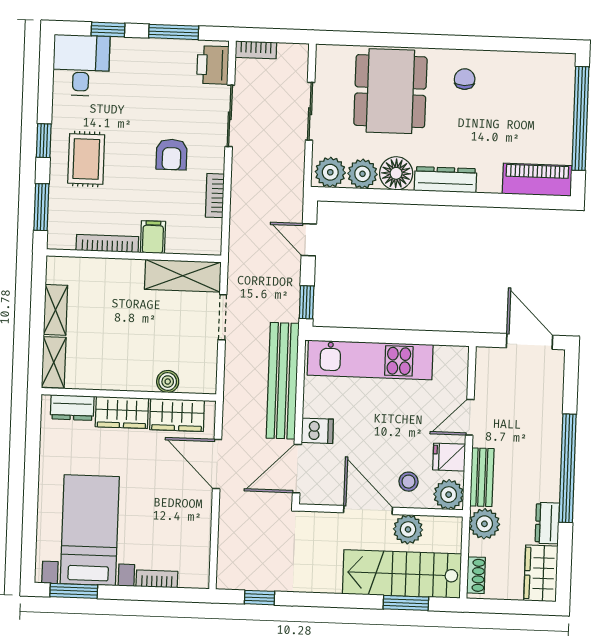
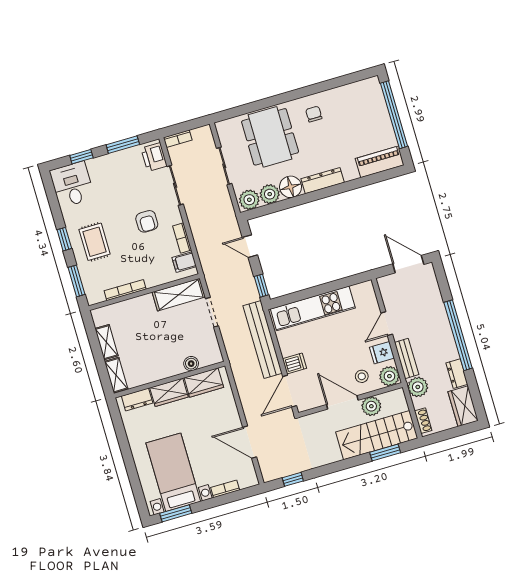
filing cabinet: (153, 237) -> (184, 262), moved, turned -90
door: (217, 464) -> (250, 442), moved

